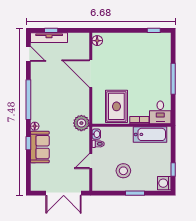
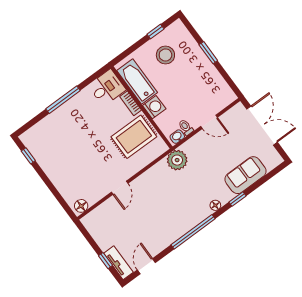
tv unit: (49, 38) -> (118, 263), width x0.71
door: (91, 74) -> (120, 188), width x0.53
sofa: (40, 147) -> (245, 175), moved
stool: (123, 171) -> (165, 55), moved
washing machine: (164, 183) -> (154, 107), moved, turned -90

